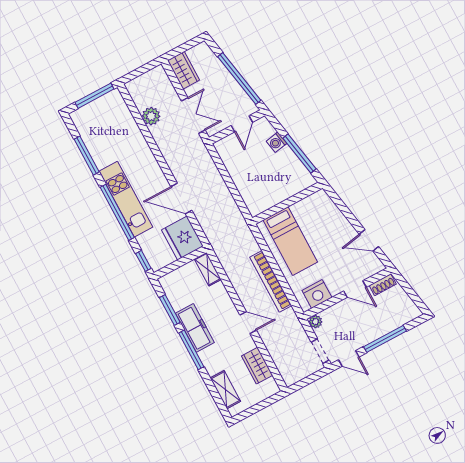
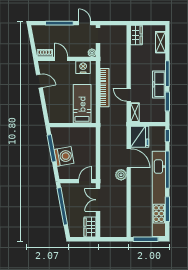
plant: (151, 116) -> (121, 175), moved
door: (242, 124) -> (85, 181), moved
washing machine: (277, 142) -> (64, 156), width x1.89, depth x1.89
kitchen unit: (126, 199) -> (159, 194), width x1.86
door: (248, 323) -> (129, 95), moved
wardrobe: (257, 366) -> (136, 35), moved

